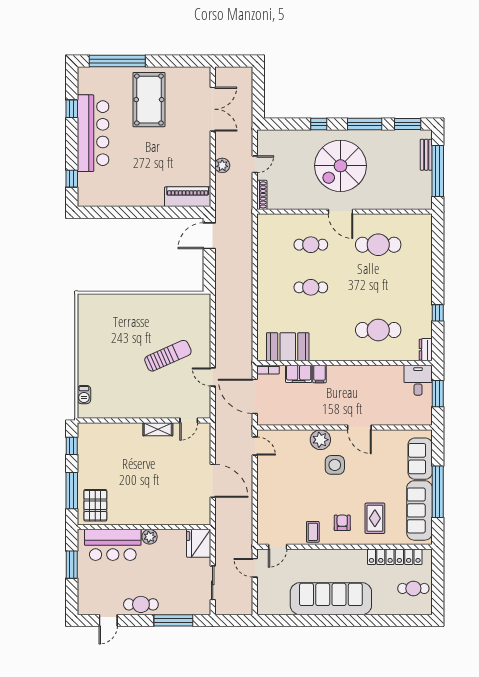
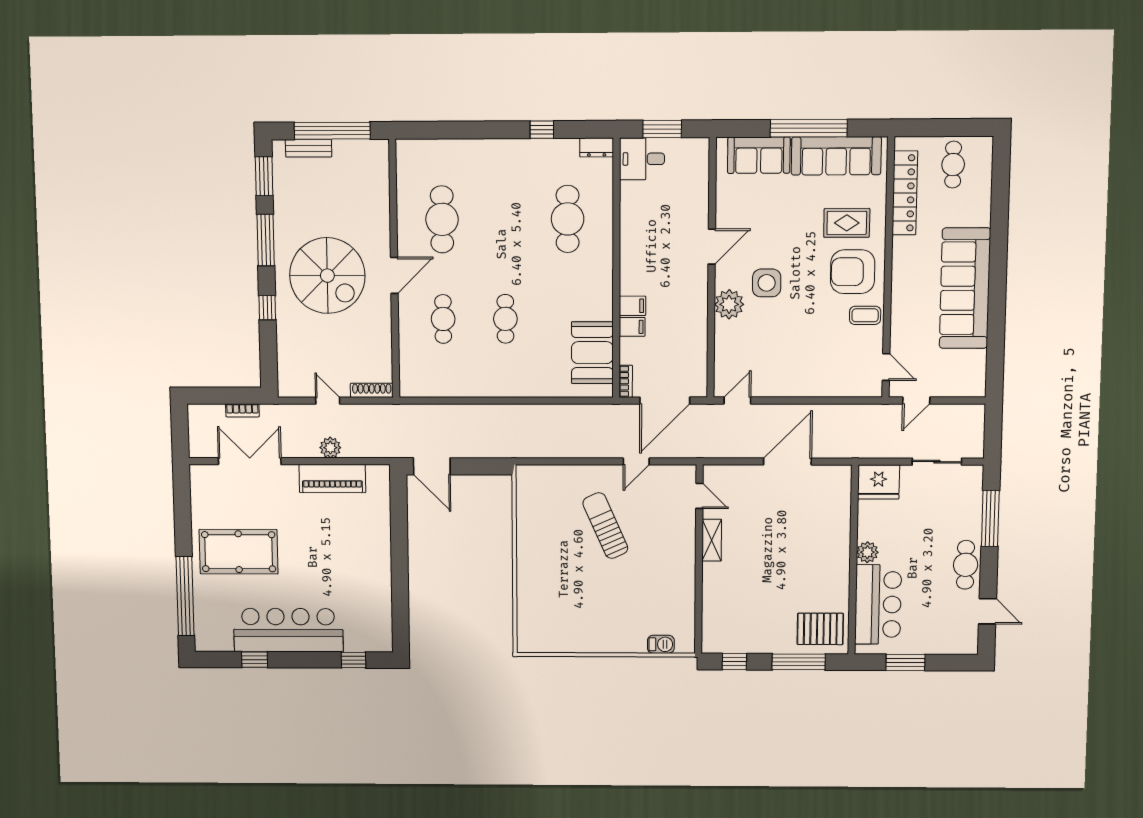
bookcase: (248, 105) -> (242, 410), added
piano: (188, 197) -> (332, 478), moved, turned -90
filing cabinet: (299, 374) -> (632, 327), width x0.50
armchair: (342, 523) -> (853, 272), width x1.88, depth x1.88

